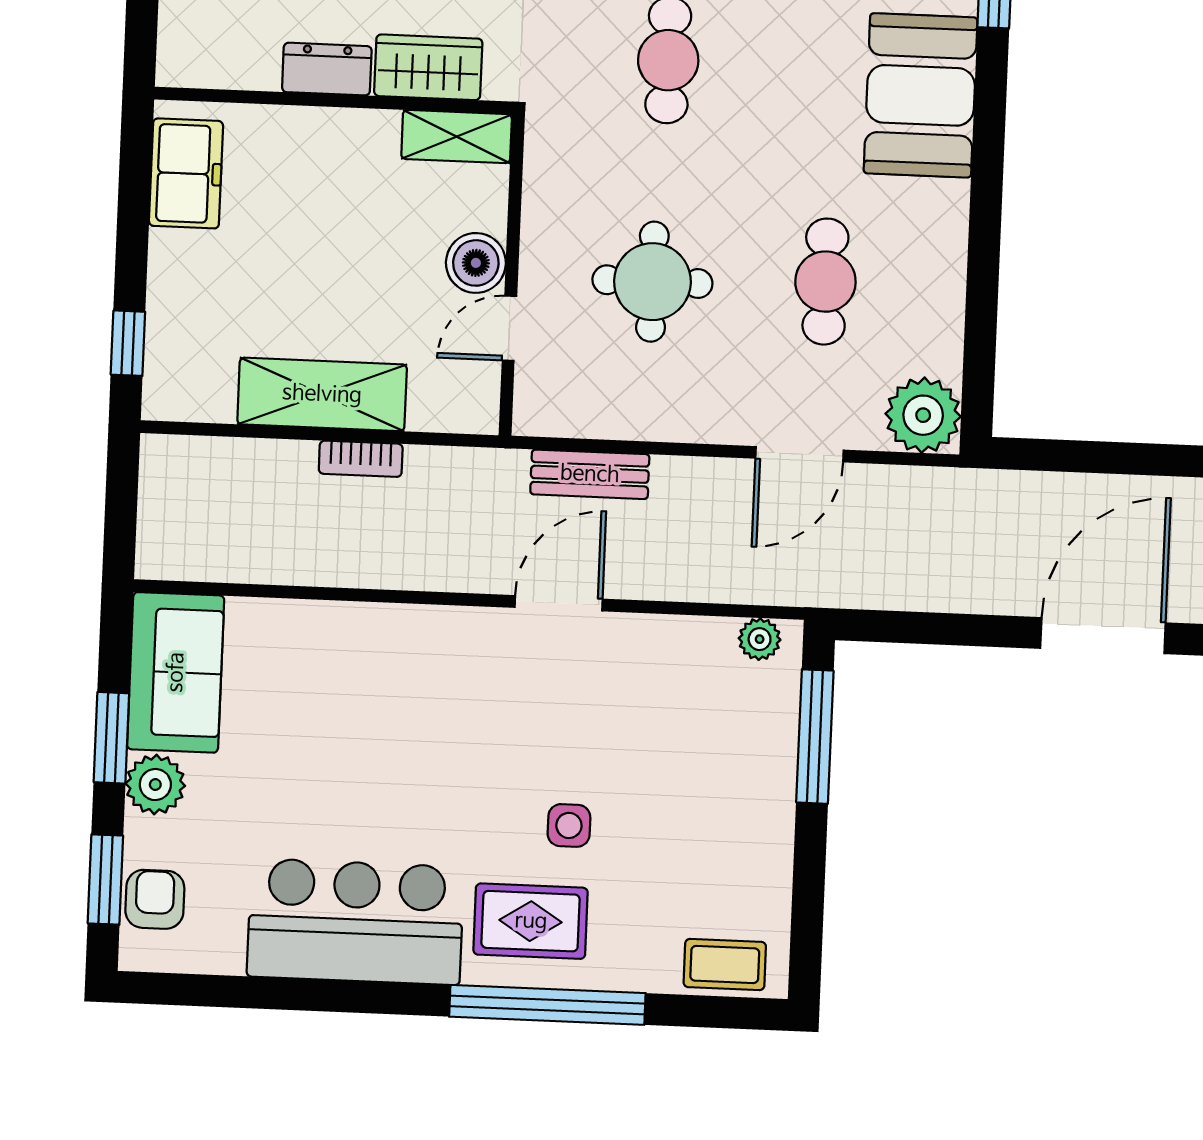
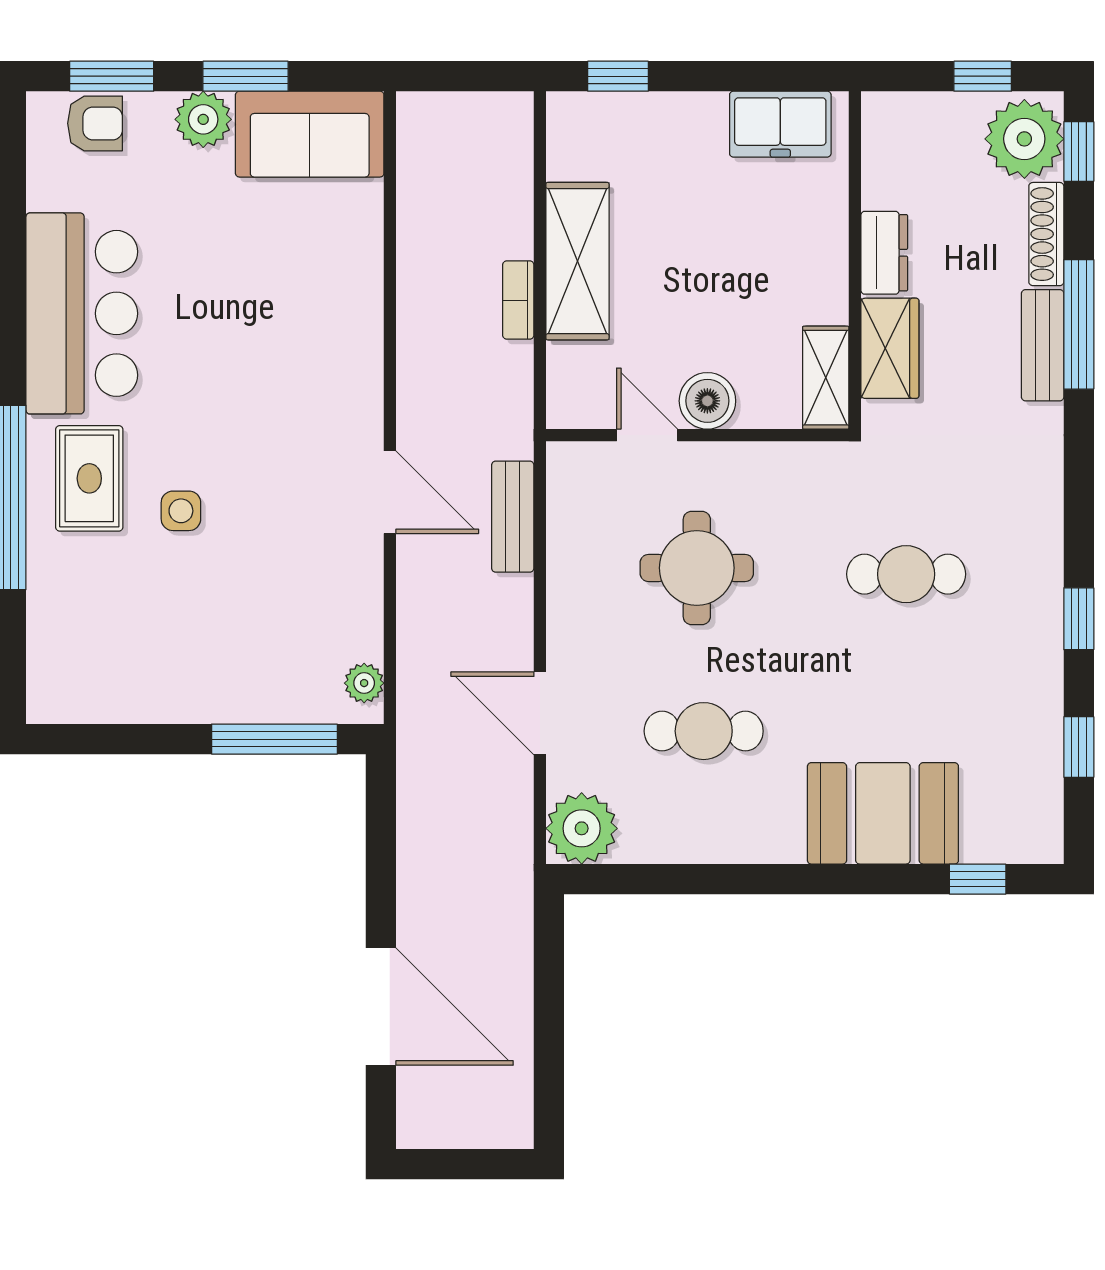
coffee table: (725, 964) -> (56, 663), removed

